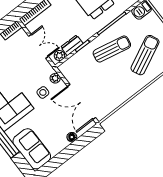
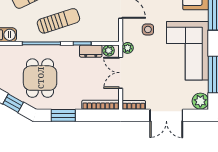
sun lounger: (112, 49) -> (58, 21), turned 151
plant: (55, 78) -> (128, 48), moved

